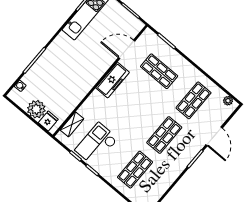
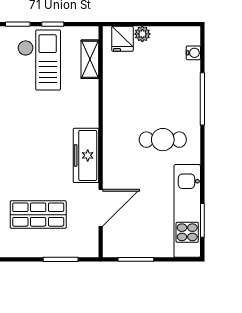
cafe table: (70, 57) -> (163, 140), added
plant: (36, 109) -> (142, 34), width x0.53, depth x0.53

